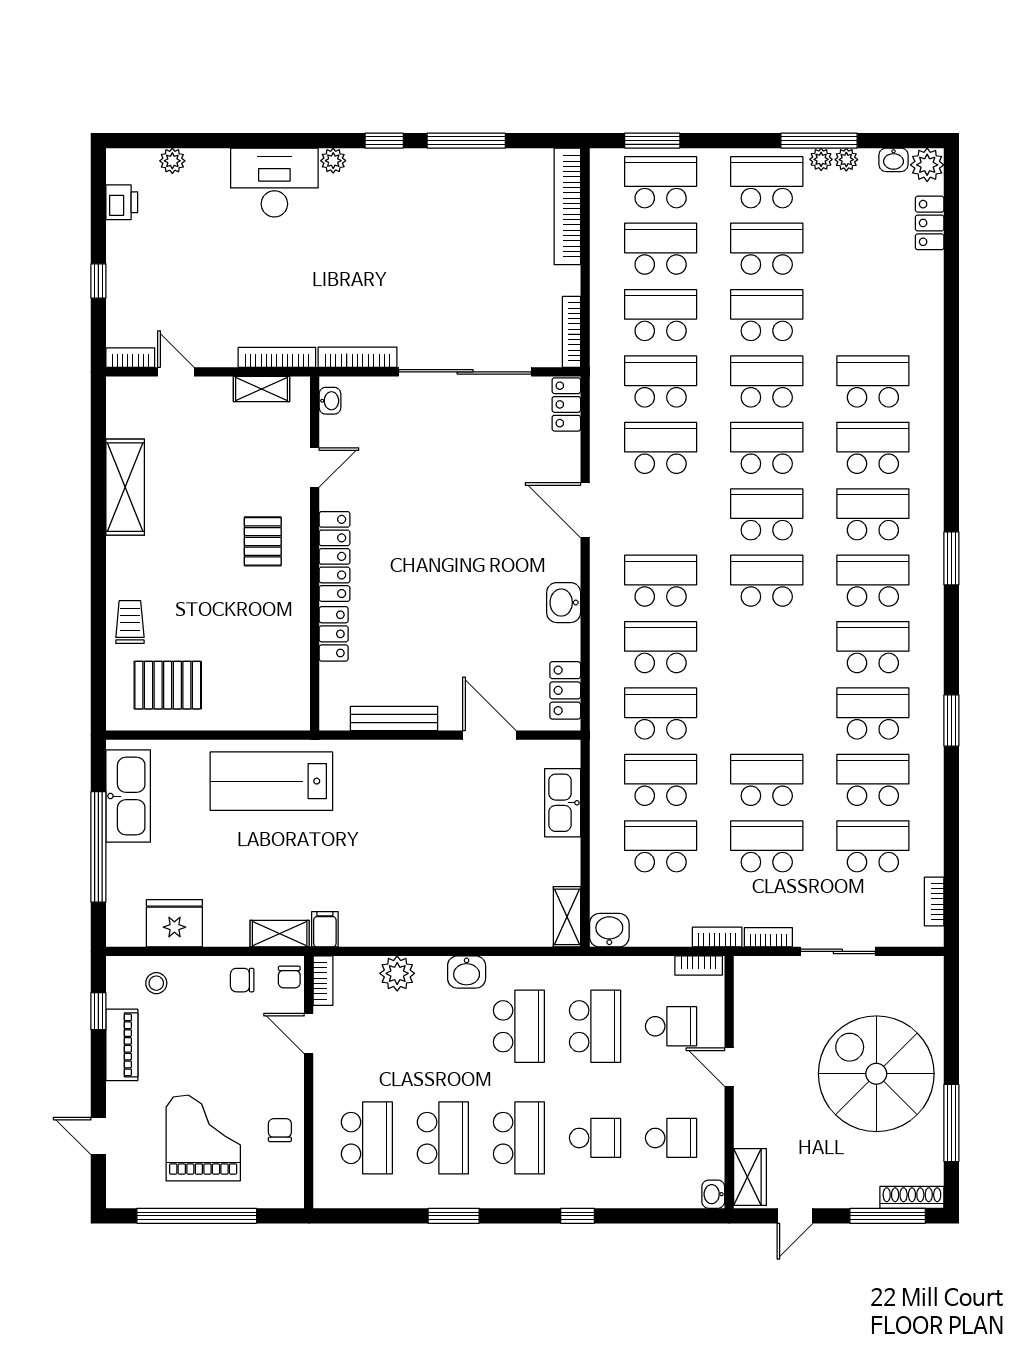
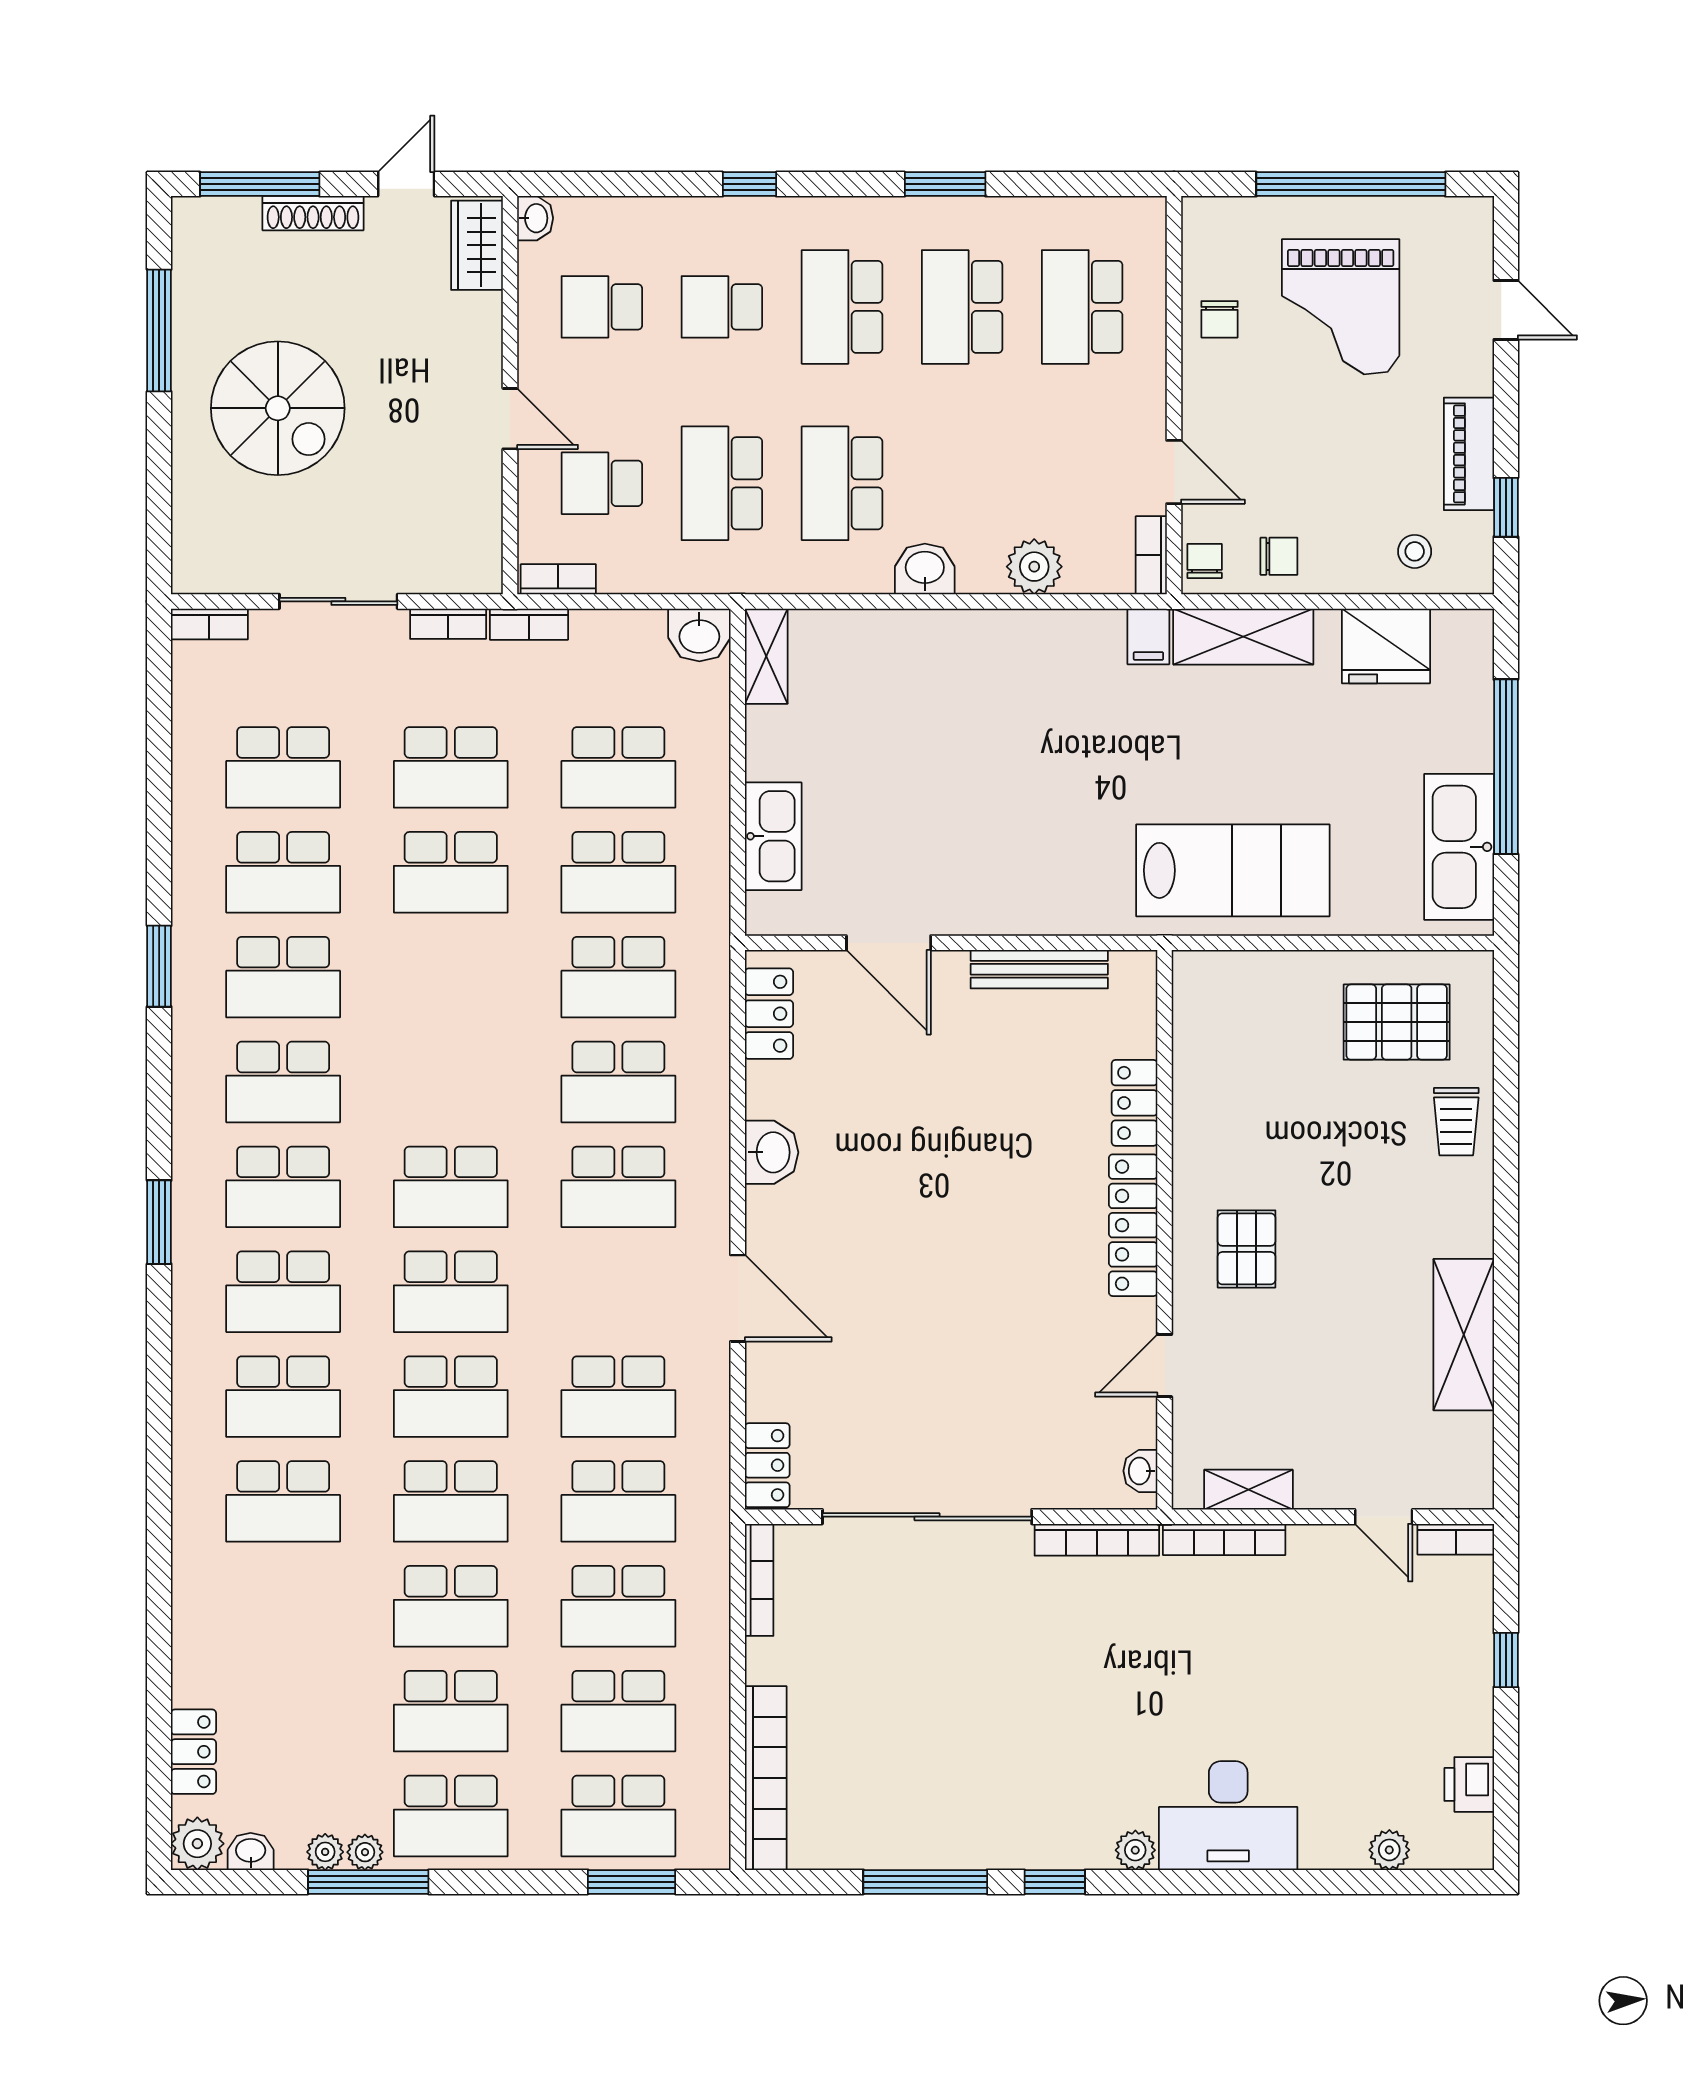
bookcase: (934, 902) -> (209, 624), moved, turned 90
shelving: (280, 934) -> (1243, 637), width x1.50, depth x1.33
spiral stairs: (876, 1074) -> (278, 408), width x0.73, depth x0.73
shoe rack: (912, 1197) -> (313, 213), moved

